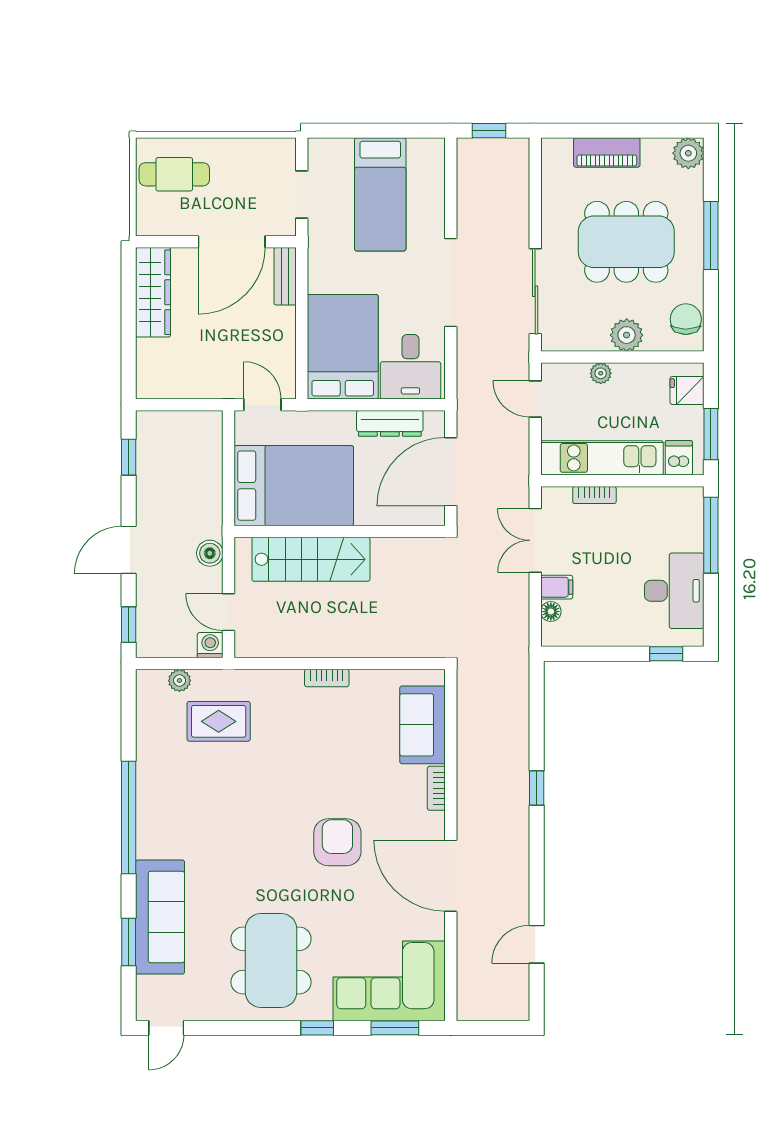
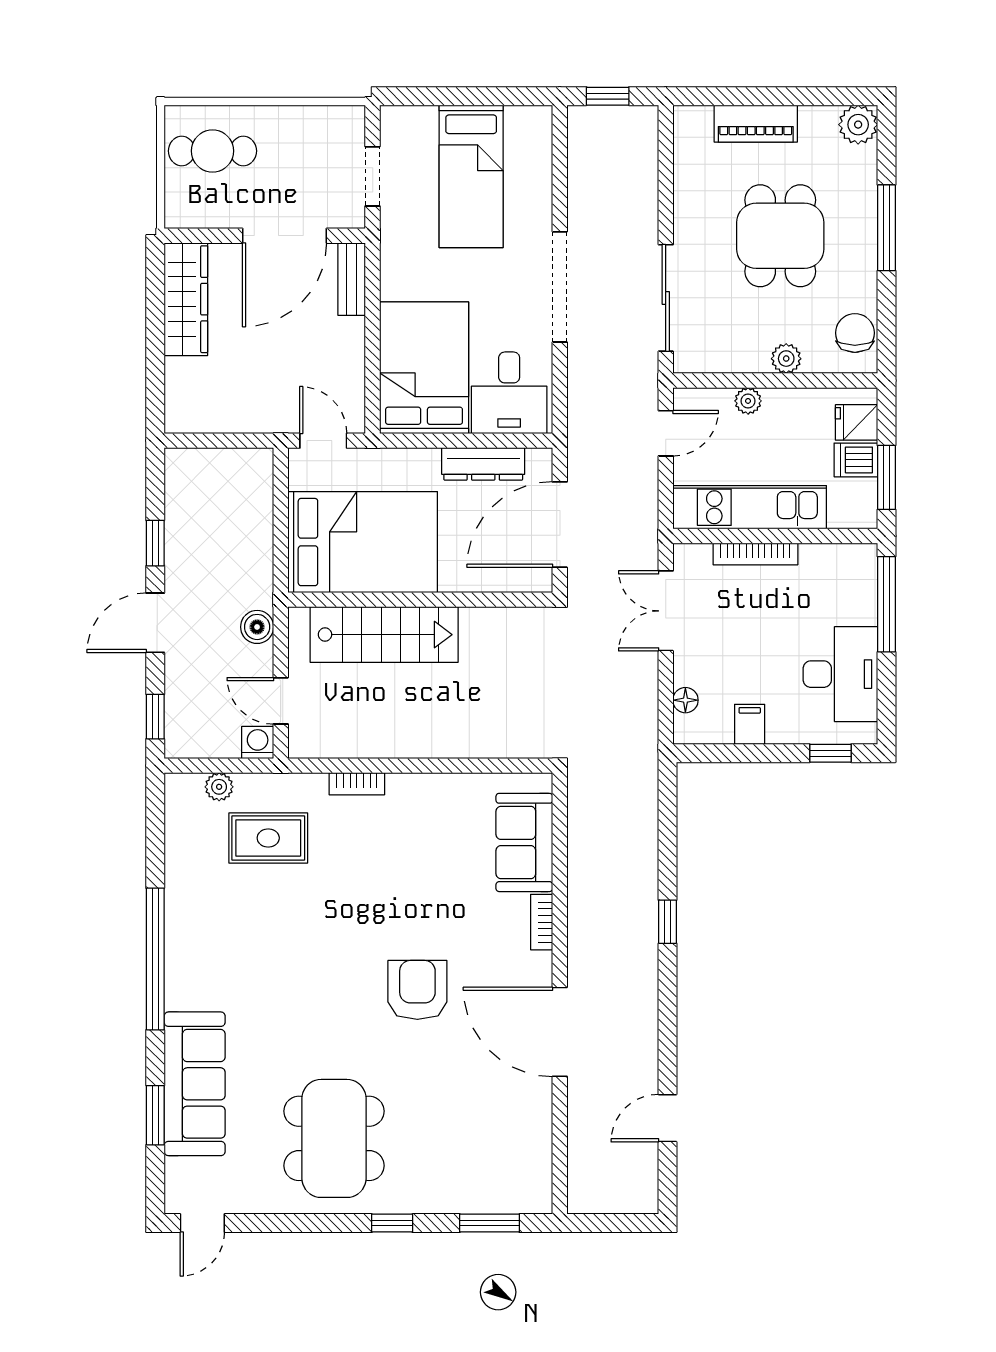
dining table: (626, 242) -> (780, 236), width x0.73
plant: (627, 335) -> (786, 359), width x0.73, depth x0.73
door: (535, 399) -> (666, 433), swing flipped
window: (129, 457) -> (155, 543), moved
dishwasher: (679, 458) -> (856, 460), moved, turned -90
bookcase: (594, 495) -> (755, 554), width x1.56
filing cabinet: (557, 587) -> (750, 724), moved, turned -90
bookcase: (327, 678) -> (357, 784), moved
corner sofa: (389, 981) -> (482, 1164), removed

